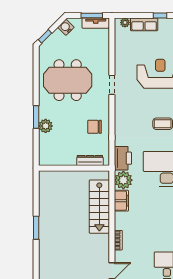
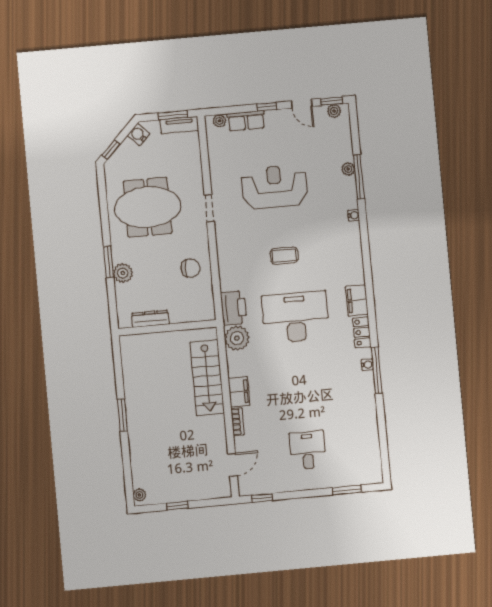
chair: (95, 127) -> (191, 268), turned 180
dresser: (90, 161) -> (150, 319), moved
filing cabinet: (121, 201) -> (239, 392), moved

